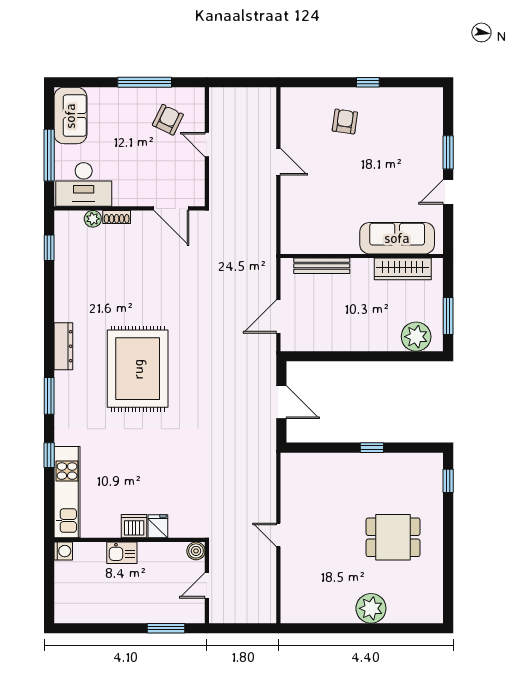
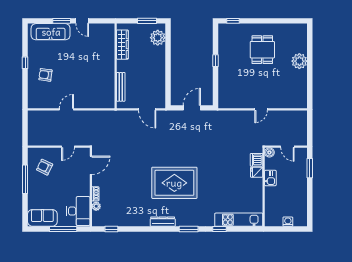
door: (207, 145) -> (68, 147), moved
sofa: (397, 238) -> (51, 32), moved, turned -90
dishwasher: (134, 526) -> (257, 160), moved
washing machine: (63, 551) -> (288, 222), moved
kitchen sink: (122, 553) -> (270, 178), moved

